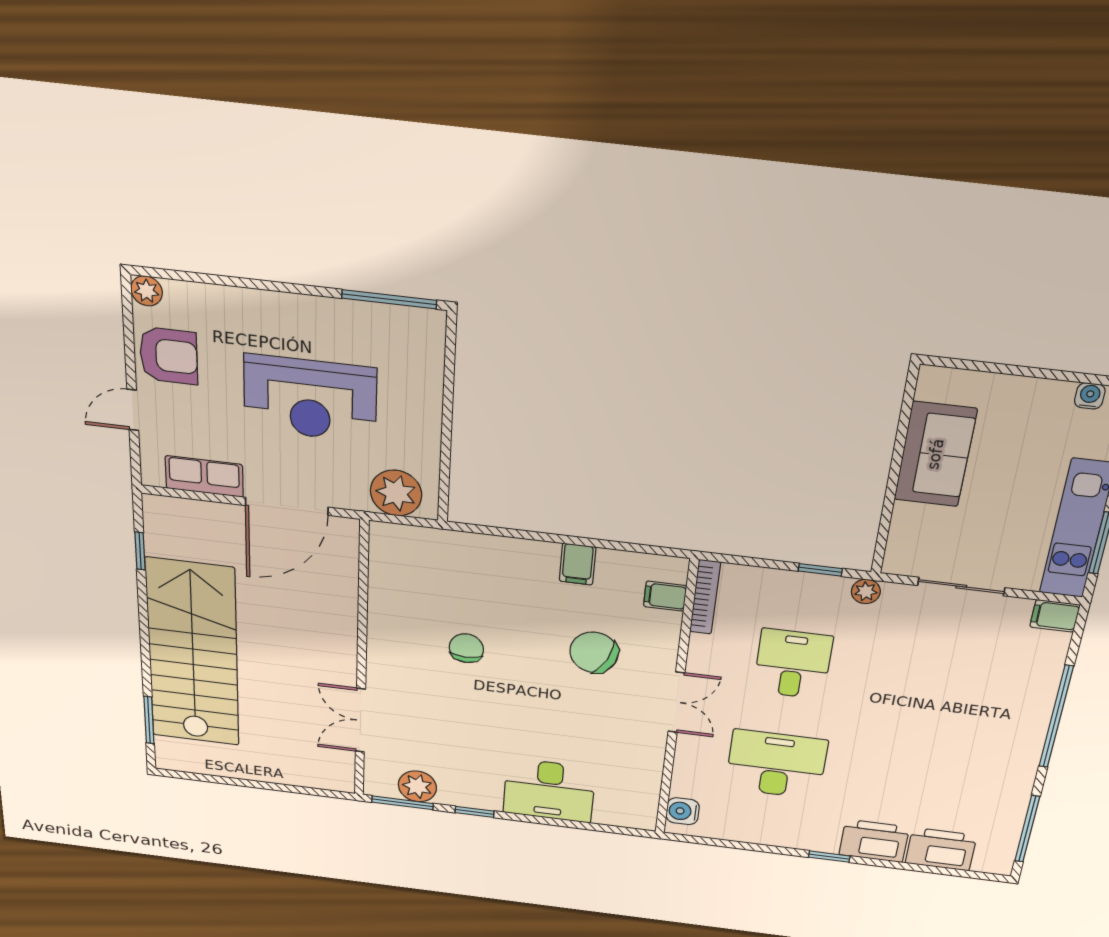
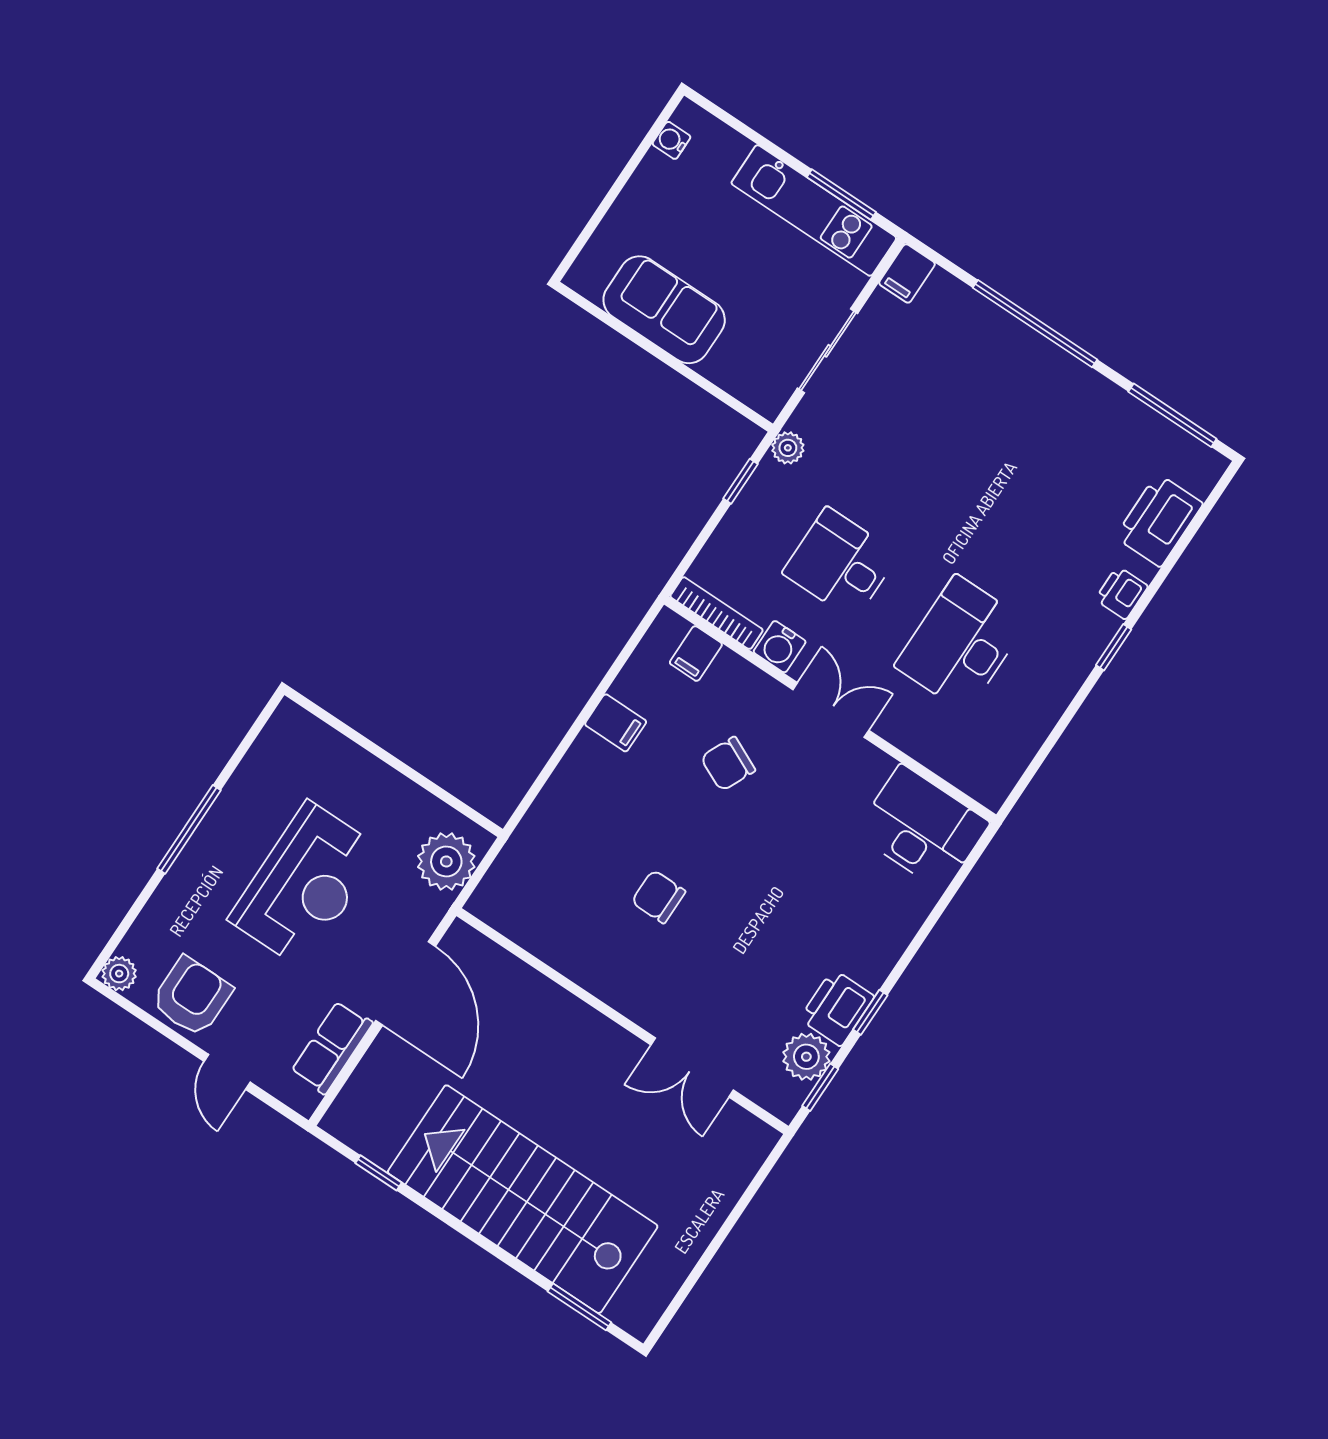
window: (389, 299) -> (189, 829), moved
chair: (594, 652) -> (728, 764), width x0.73, depth x0.73
desk: (549, 790) -> (922, 828), moved, turned -90
printer: (464, 791) -> (837, 1008), added
window: (402, 803) -> (820, 1087), width x0.67
water cooler: (683, 811) -> (780, 647), moved
printer: (874, 841) -> (1122, 593), width x0.53, depth x0.68

